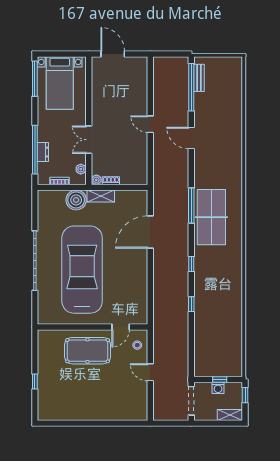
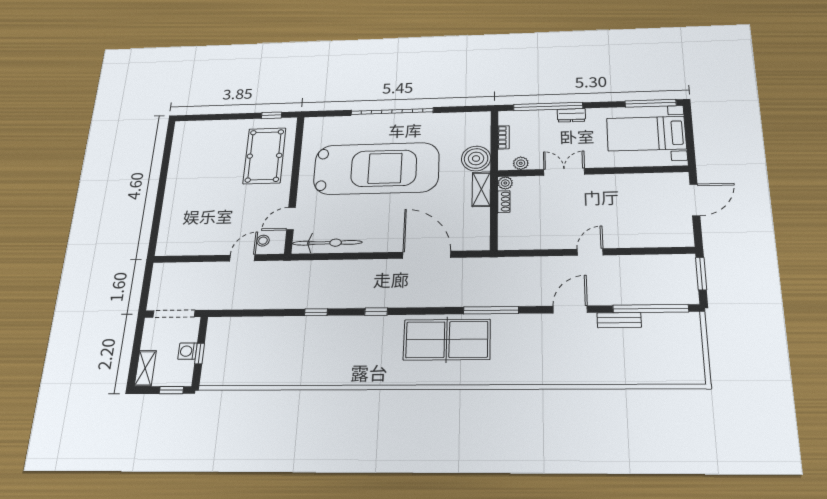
window: (167, 54) -> (701, 274), added
bench: (199, 78) -> (619, 320), moved
dresser: (43, 152) -> (571, 115), moved
window: (191, 205) -> (491, 310), moved
bicycle: (140, 300) -> (327, 243), added
door: (121, 327) -> (291, 219), hinge flipped
pool table: (88, 351) -> (264, 156), moved
door: (150, 372) -> (242, 258), moved
window: (35, 382) -> (272, 115), moved

